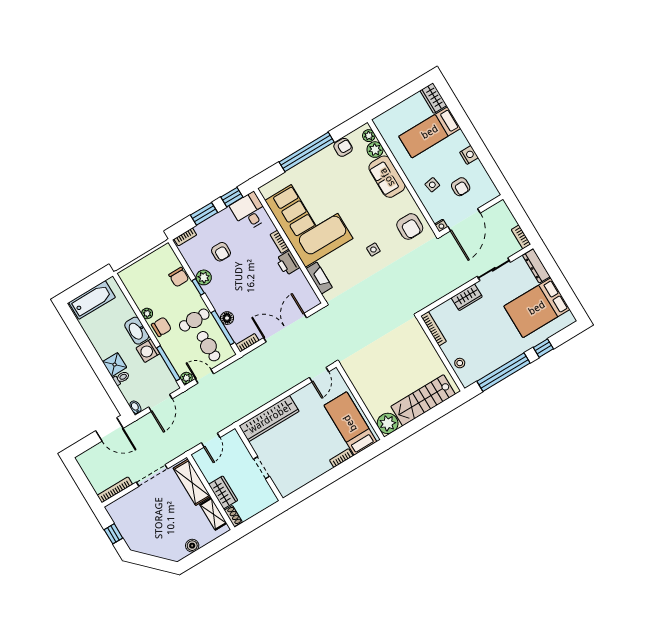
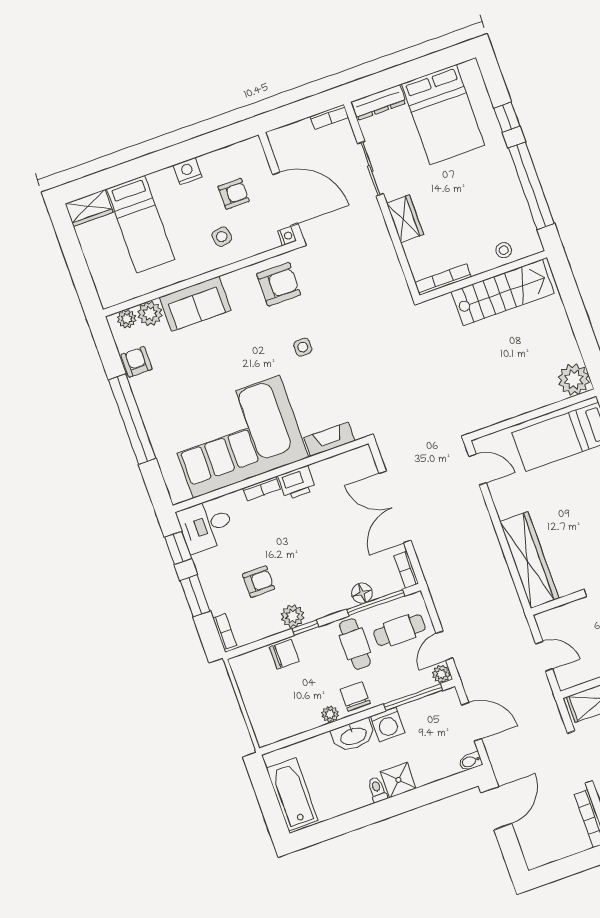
toilet: (121, 378) -> (377, 790), moved
stairs: (423, 400) -> (503, 292), moved, turned -90

